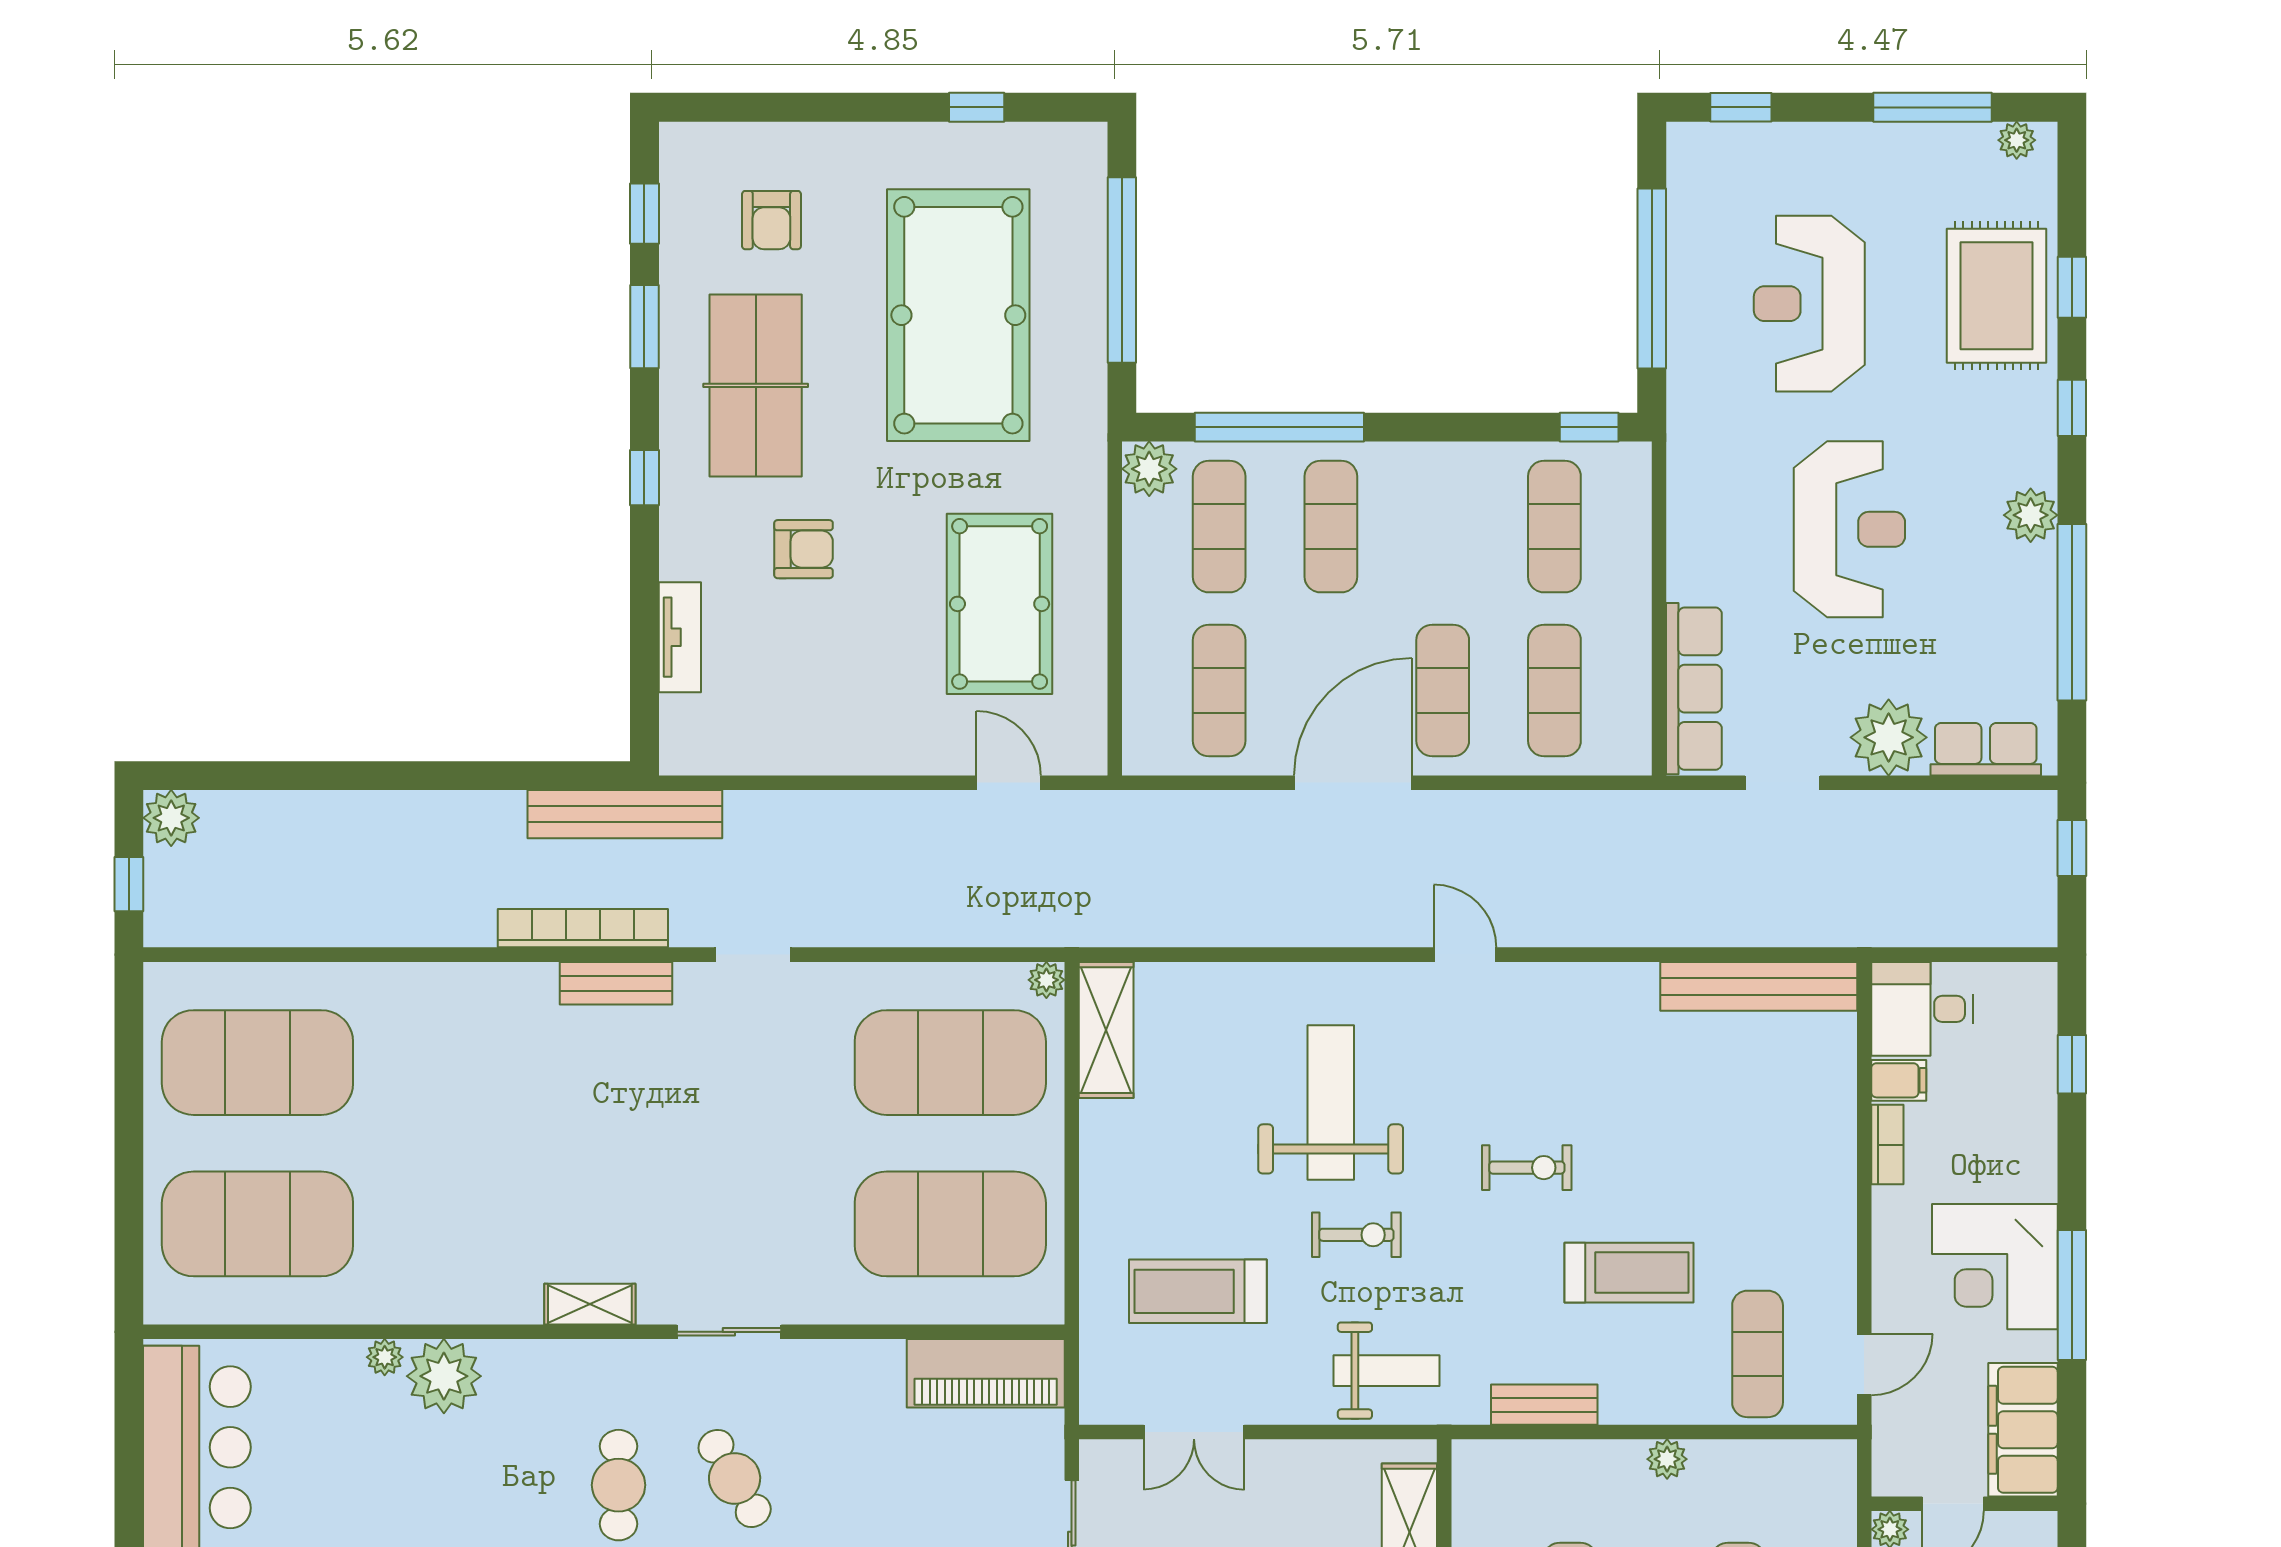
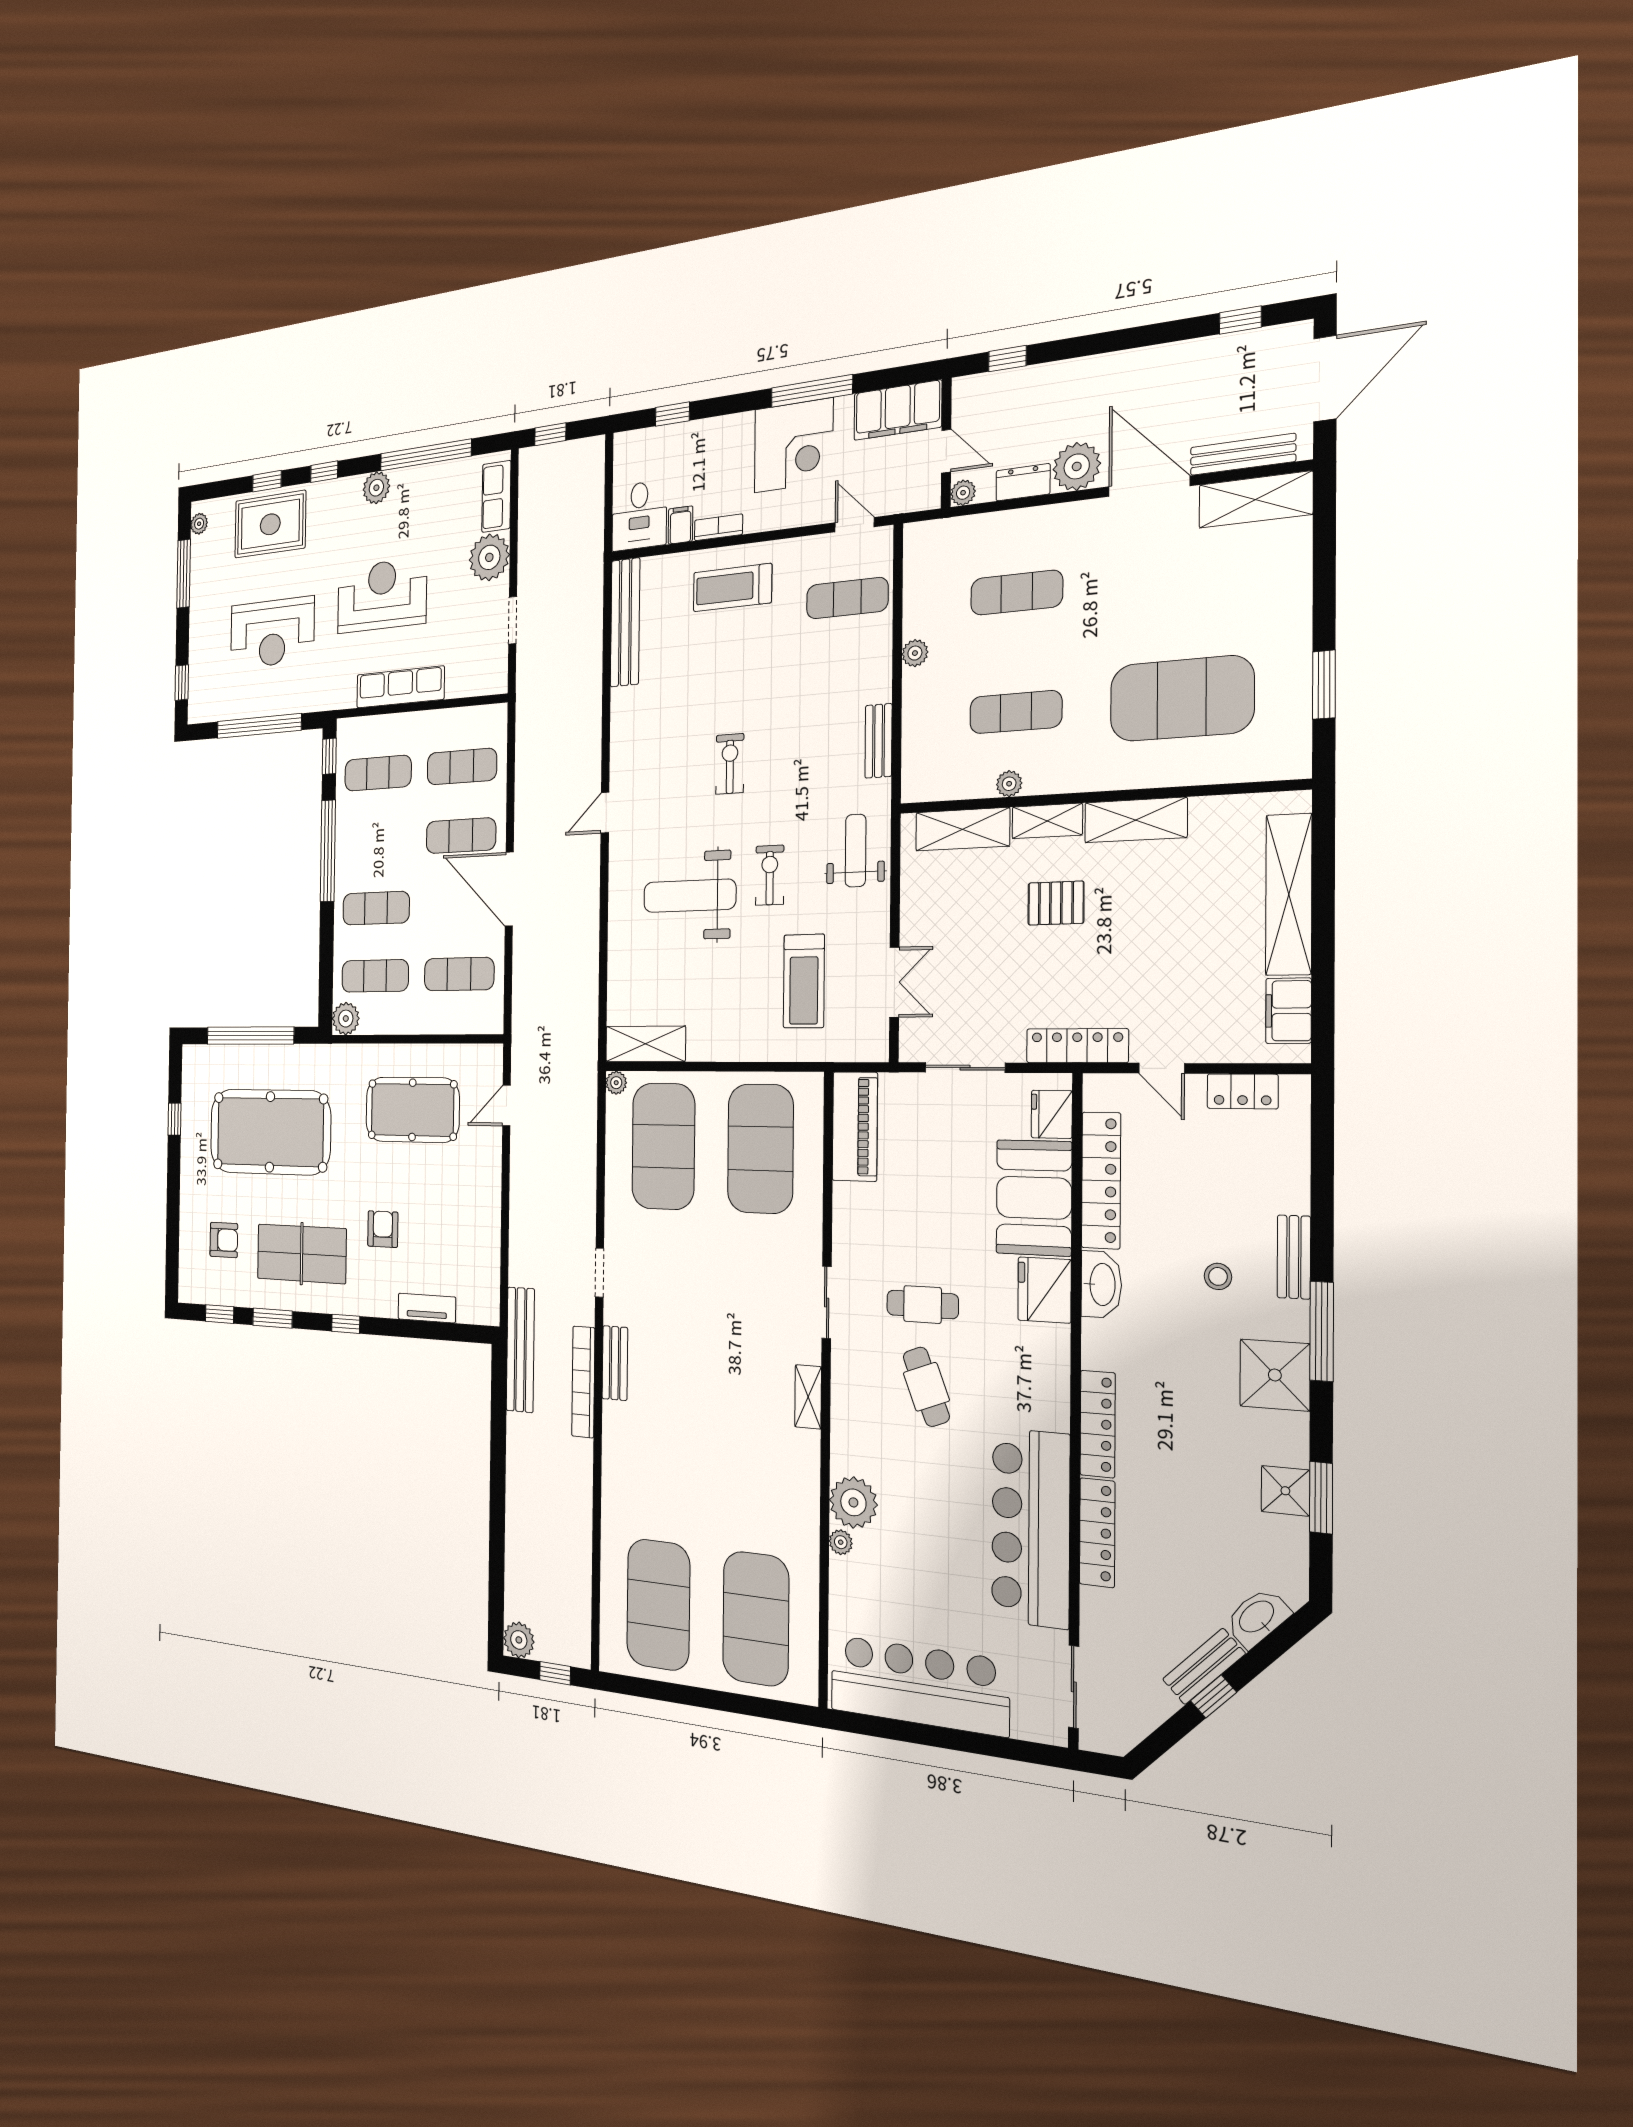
window: (1279, 427) -> (328, 851), moved
row of seats: (1694, 689) -> (400, 687), moved
treadmill: (1629, 1273) -> (732, 588), moved, turned -90
cafe table: (735, 1478) -> (923, 1305), turned 30
cafe table: (619, 1485) -> (926, 1387), turned 69

